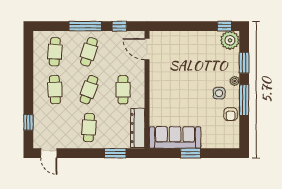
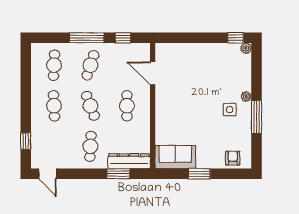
plant: (230, 40) -> (246, 48), width x0.53, depth x0.53
door: (147, 49) -> (153, 73), moved
window: (244, 63) -> (256, 77), removed
cafe table: (89, 90) -> (90, 106), turned -42
armchair: (231, 114) -> (233, 158), moved, turned 180
dresser: (138, 128) -> (129, 161), moved, turned 90
sofa: (175, 137) -> (175, 157), width x0.73

